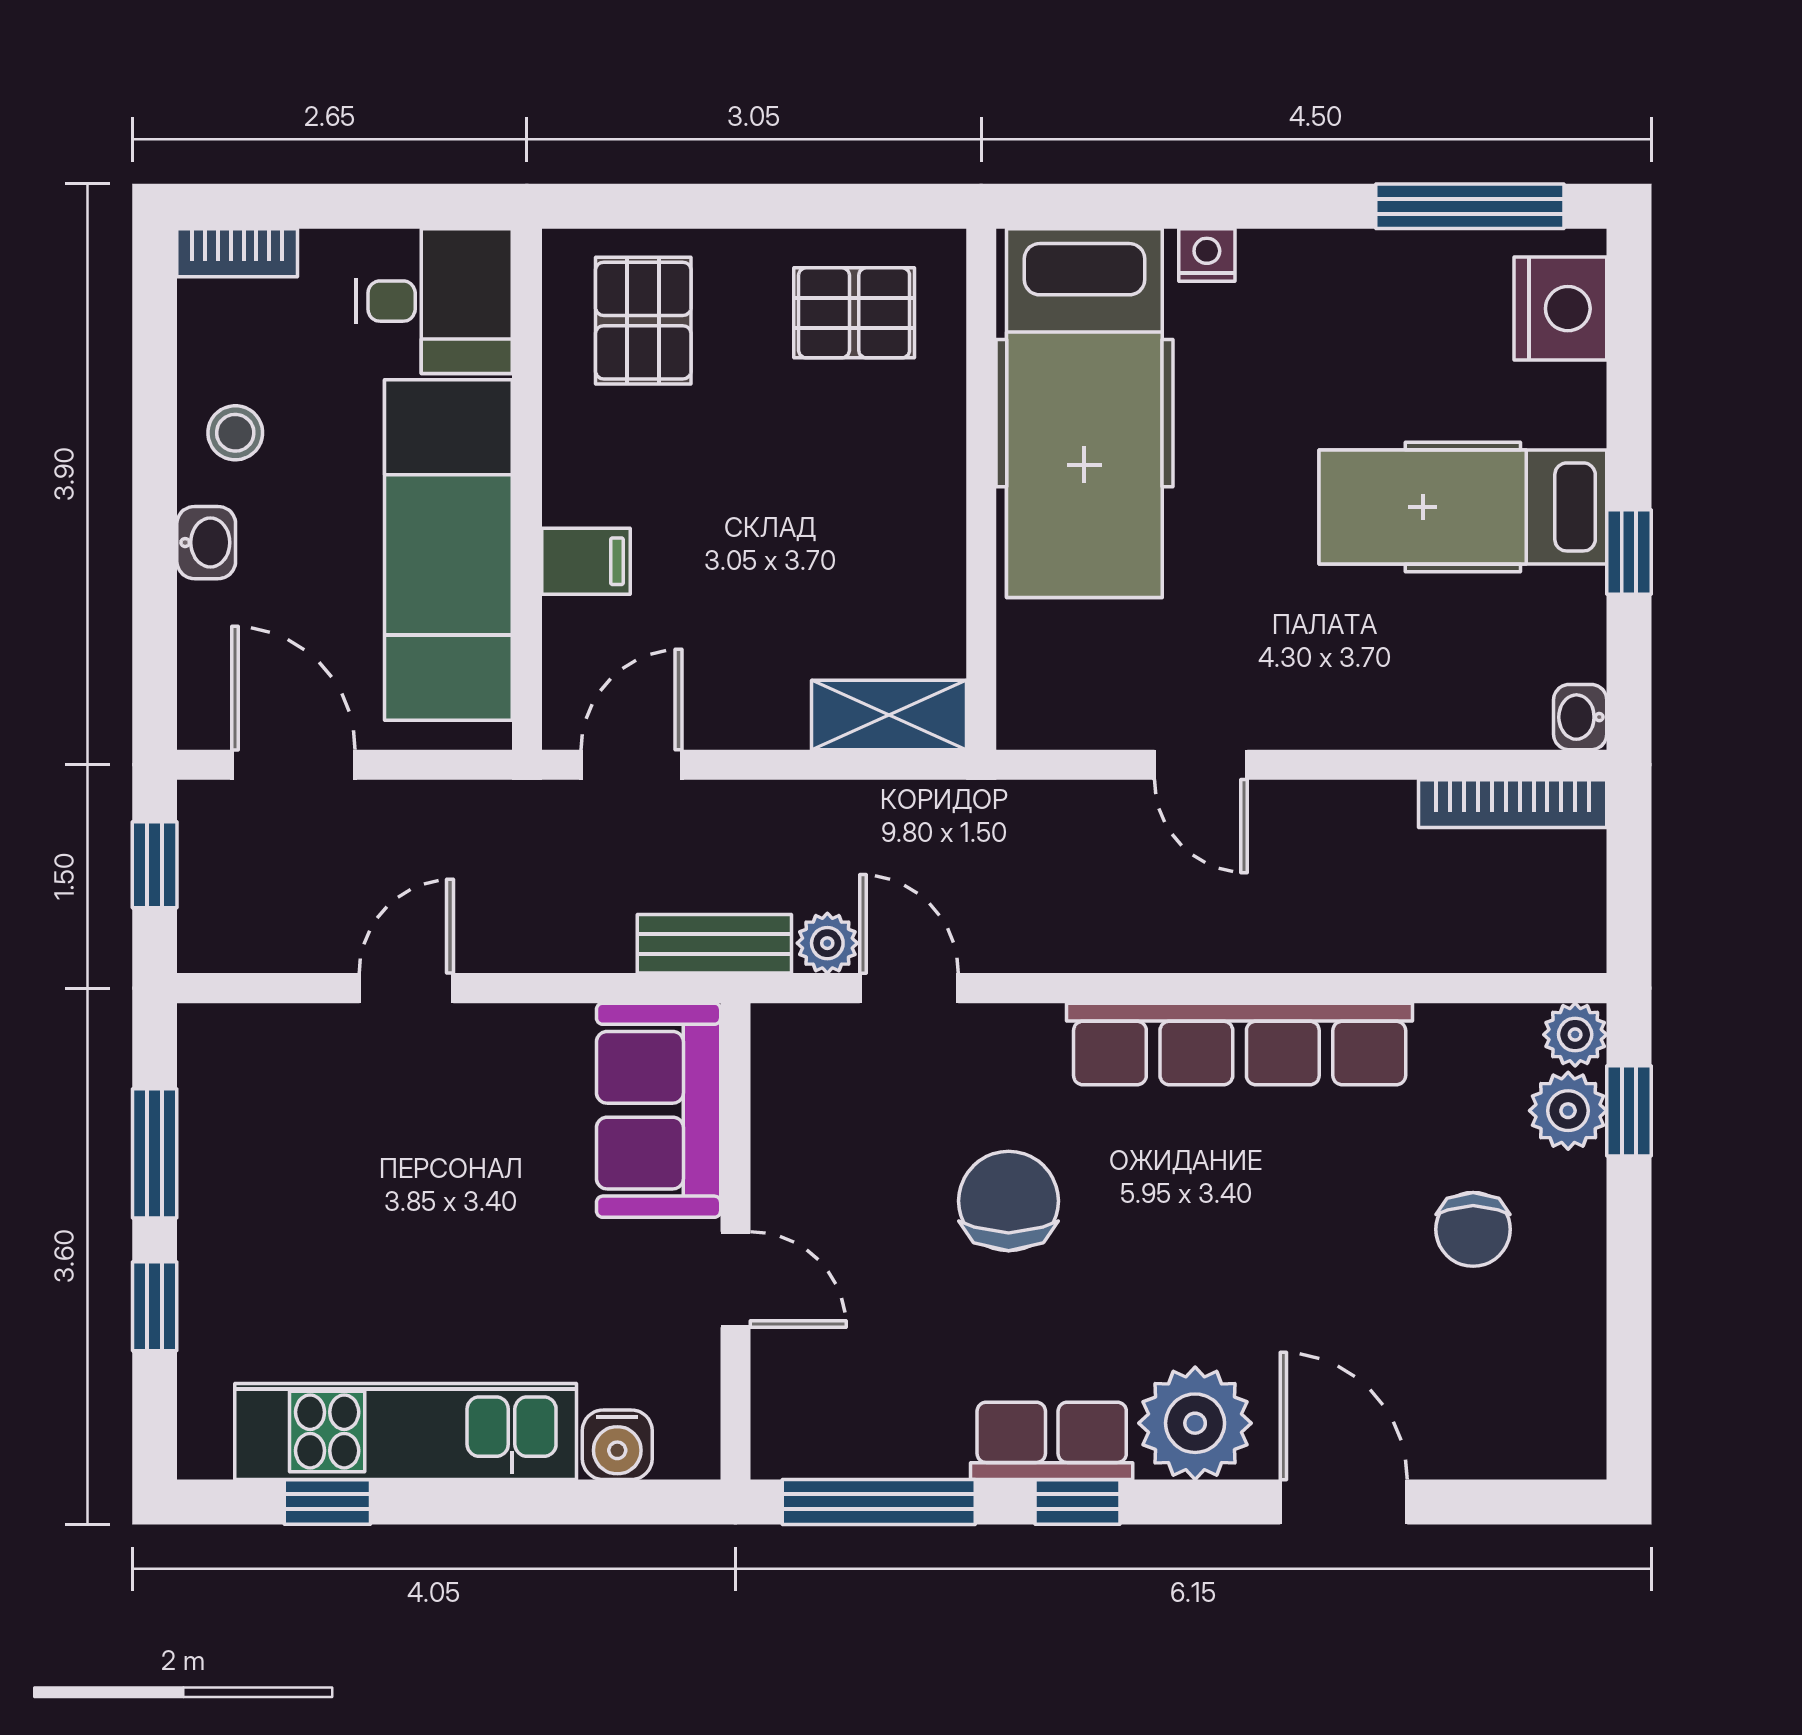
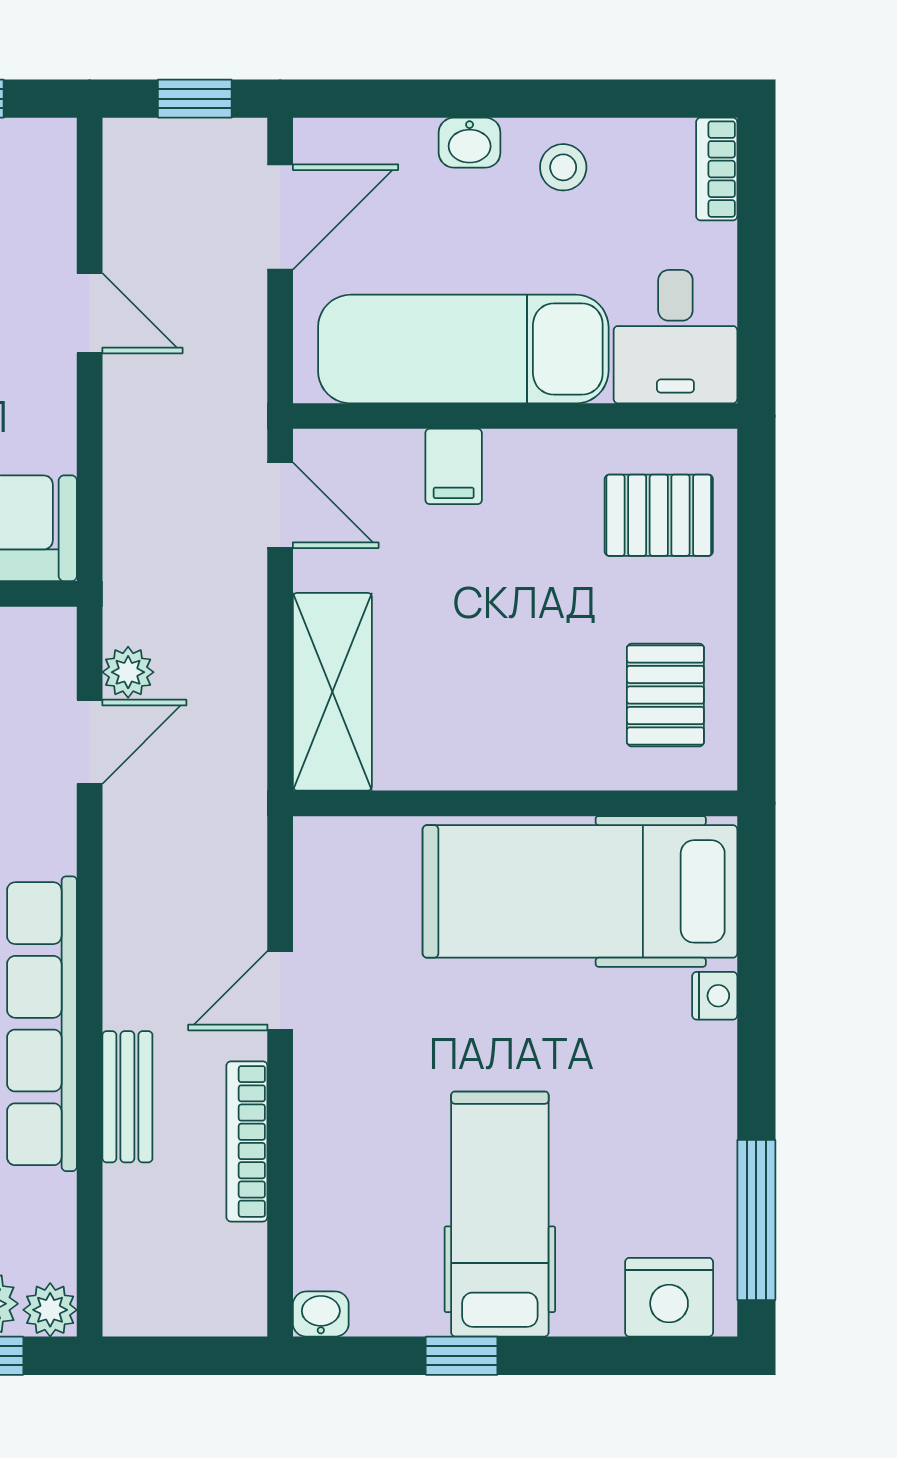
shelving: (889, 715) -> (332, 692), width x1.50, depth x1.33
bookcase: (1513, 804) -> (247, 1141), moved
bench: (714, 944) -> (127, 1097), moved

